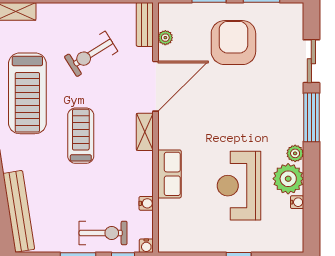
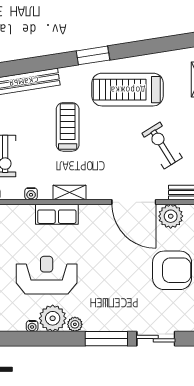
plant: (165, 38) -> (171, 216), width x1.88, depth x1.88
shelving: (145, 132) -> (69, 193), moved
treadmill: (81, 136) -> (68, 127), moved, turned -90

